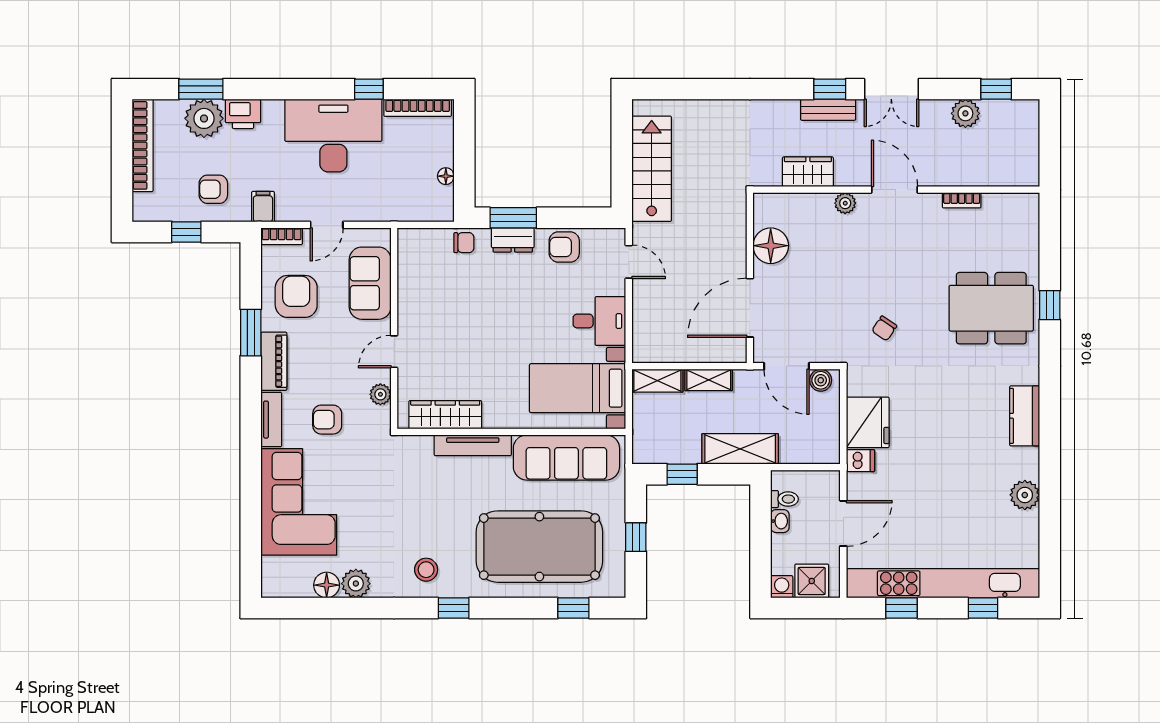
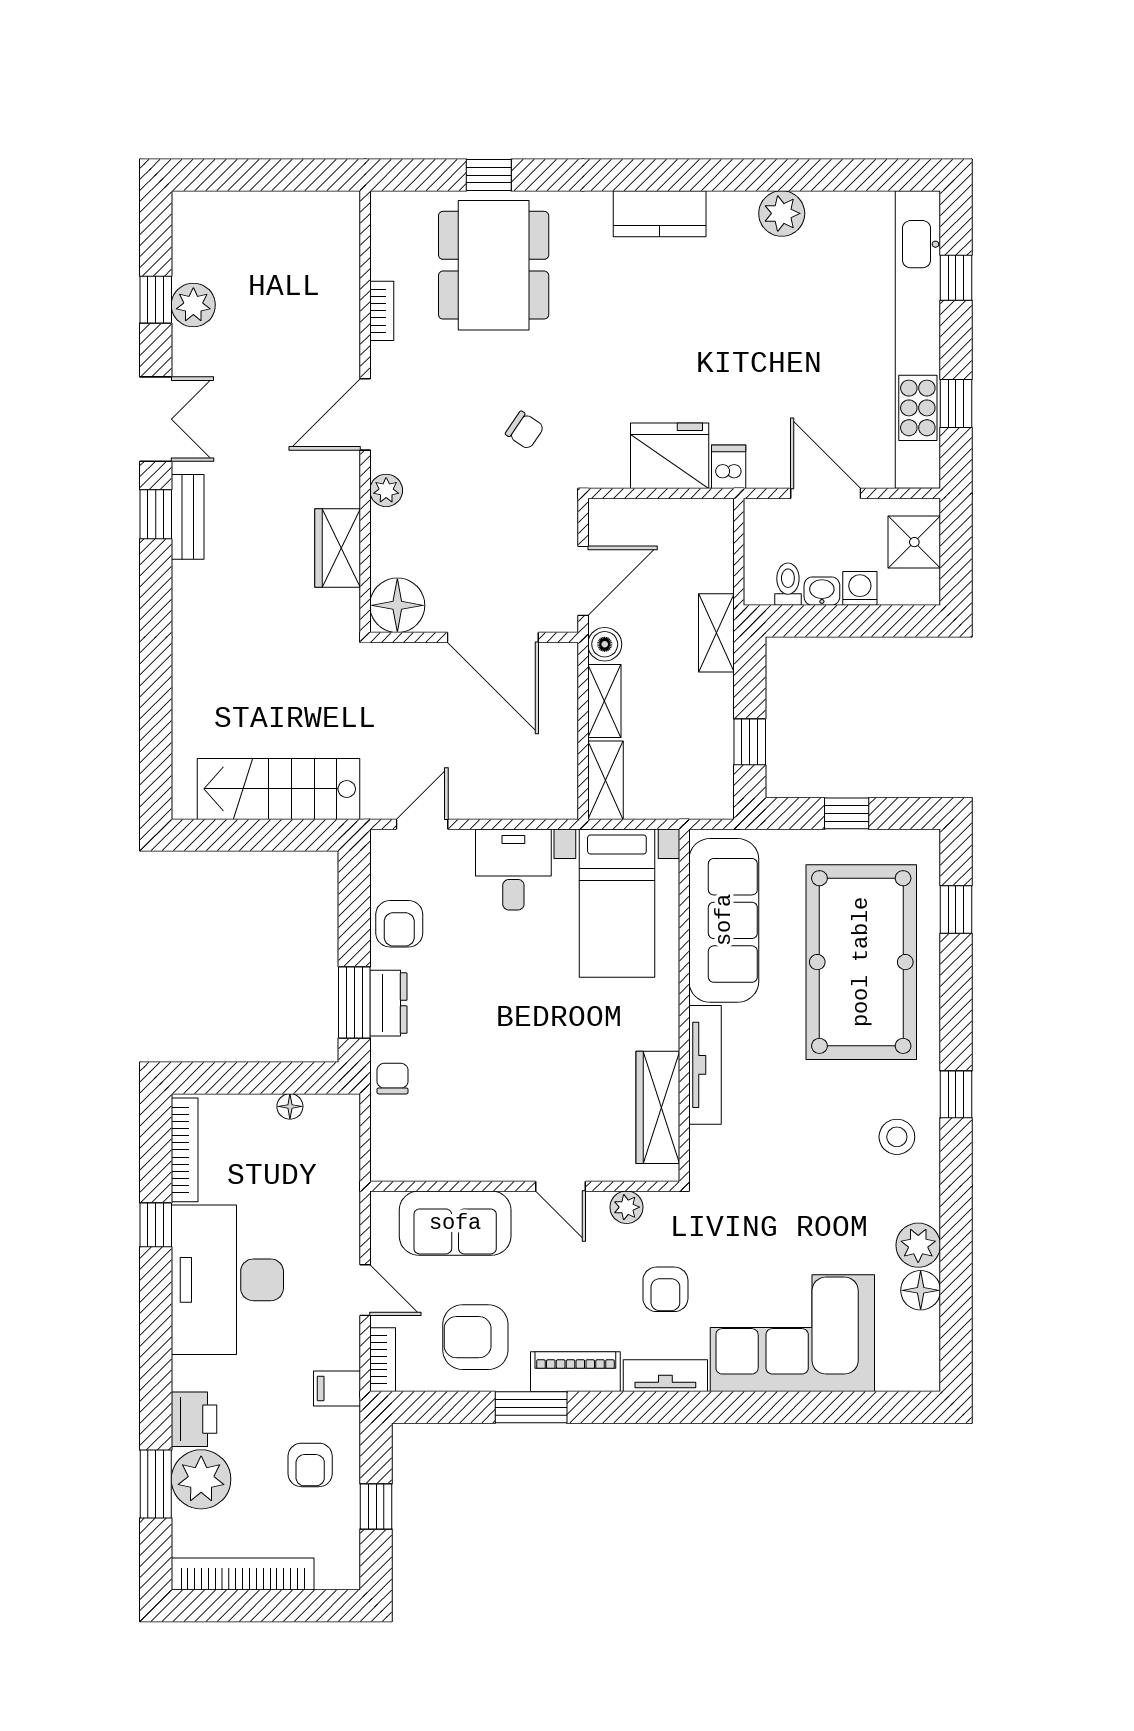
window: (996, 89) -> (156, 300), moved
wardrobe: (808, 172) -> (338, 548), moved
door: (895, 190) -> (365, 414), moved
wall: (896, 190) -> (365, 412), moved
bookcase: (962, 200) -> (382, 311), moved
plant: (845, 203) -> (386, 490), moved
boiler: (821, 380) -> (605, 644), moved
shelving: (740, 449) -> (716, 633), width x0.67, depth x0.75
washing machine: (782, 587) -> (860, 588), moved, turned 90

